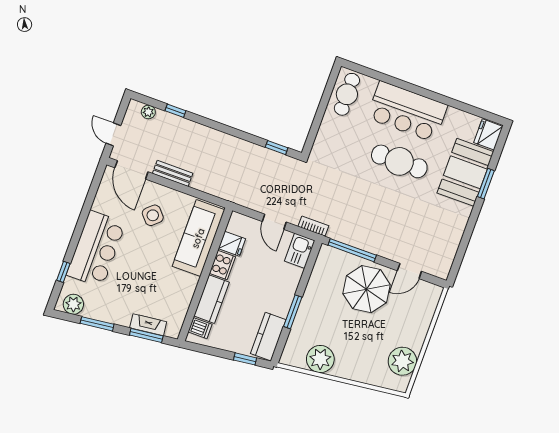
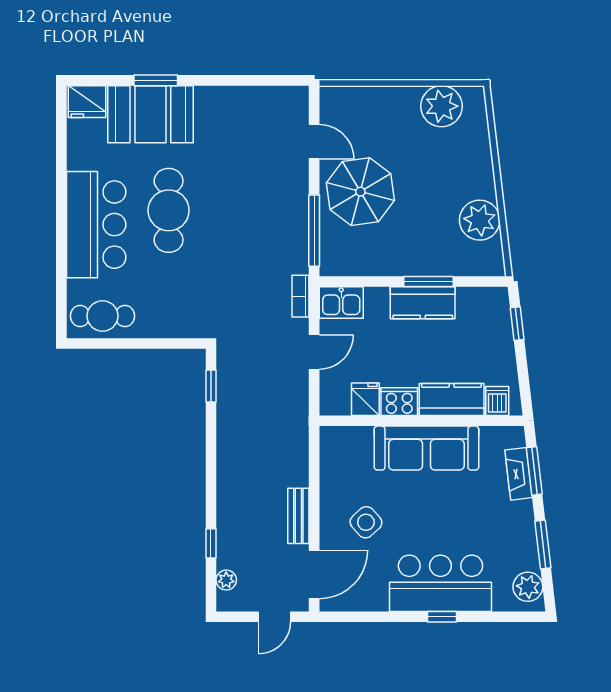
sofa: (198, 238) -> (426, 448), moved
window: (63, 272) -> (442, 617), moved
kitchen counter: (268, 337) -> (423, 303), moved

